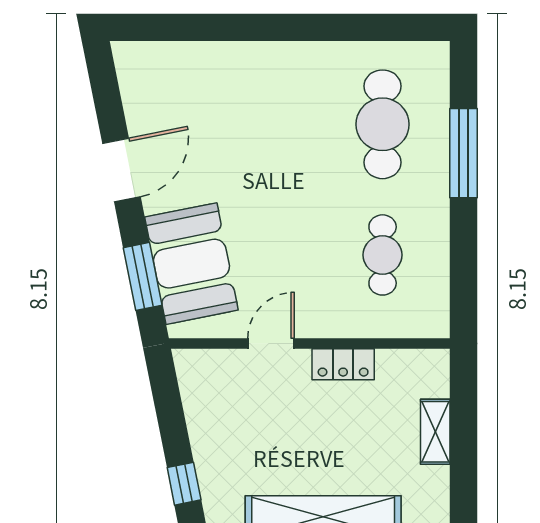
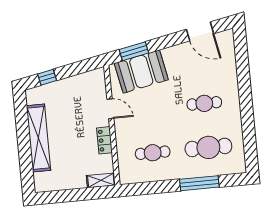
cafe table: (279, 124) -> (204, 103), added
door: (121, 170) -> (200, 31), moved
shelving: (435, 432) -> (101, 180), moved

